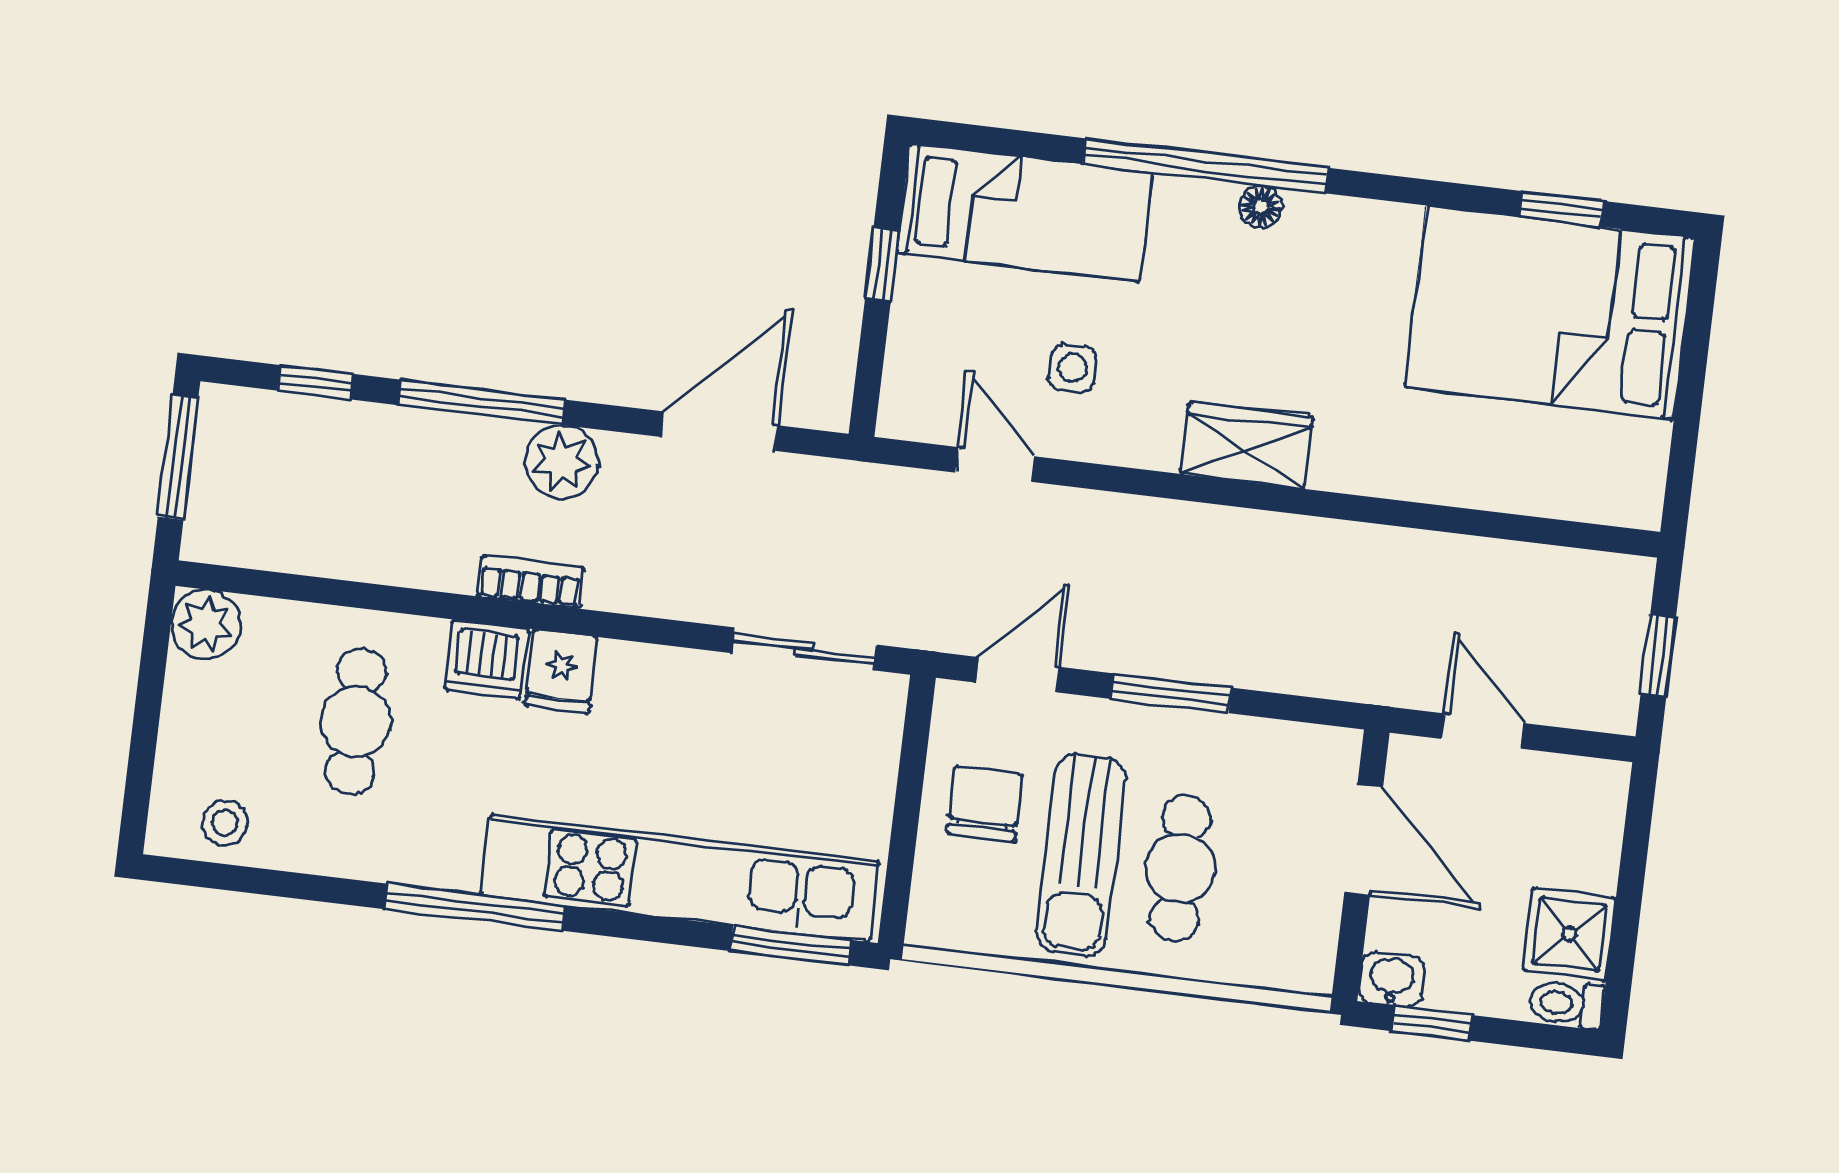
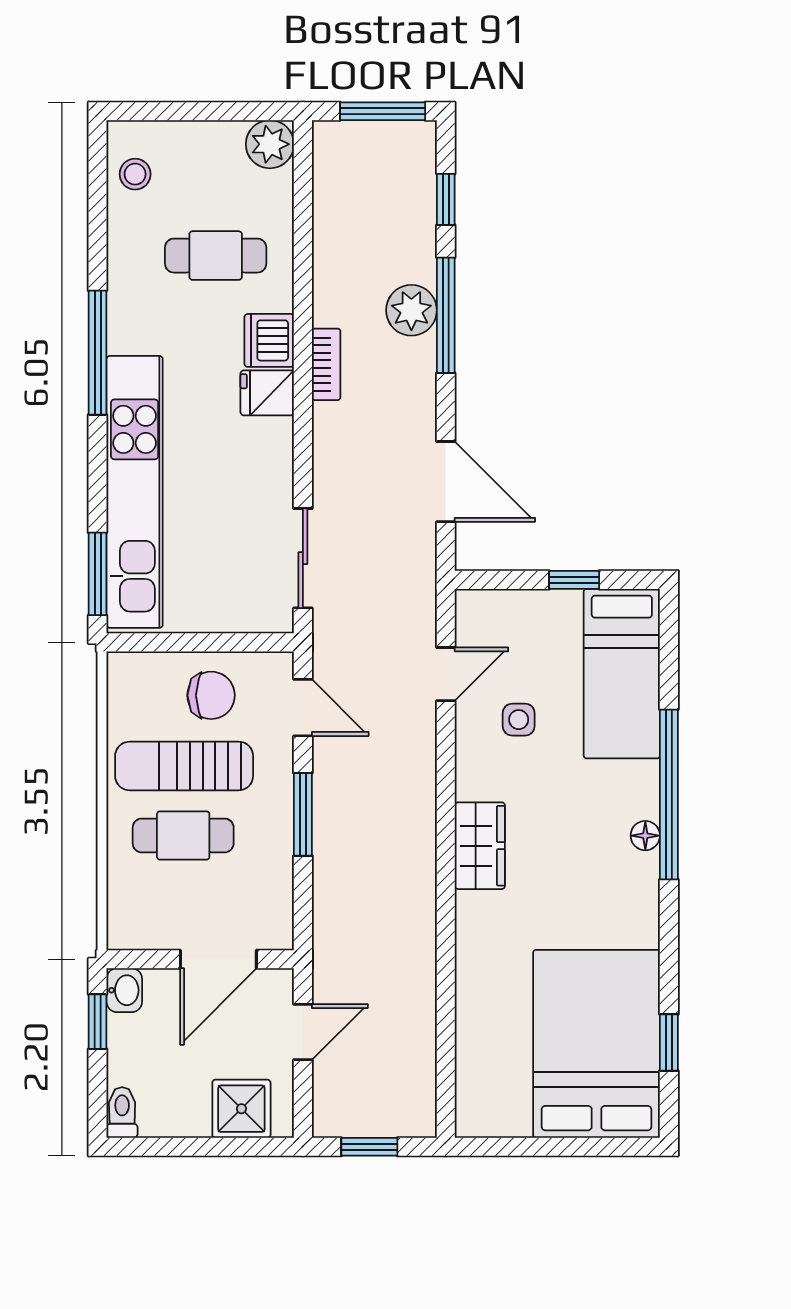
plant: (562, 462) -> (411, 310), moved
shower: (1569, 934) -> (241, 1109), moved

